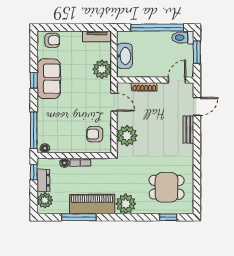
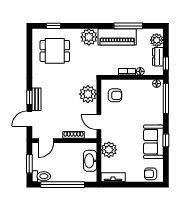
window: (197, 132) -> (29, 97), added

